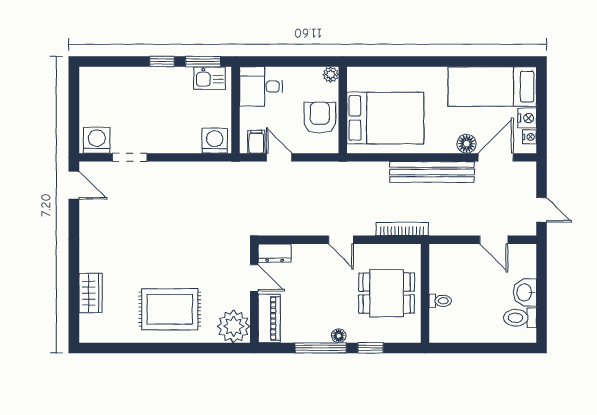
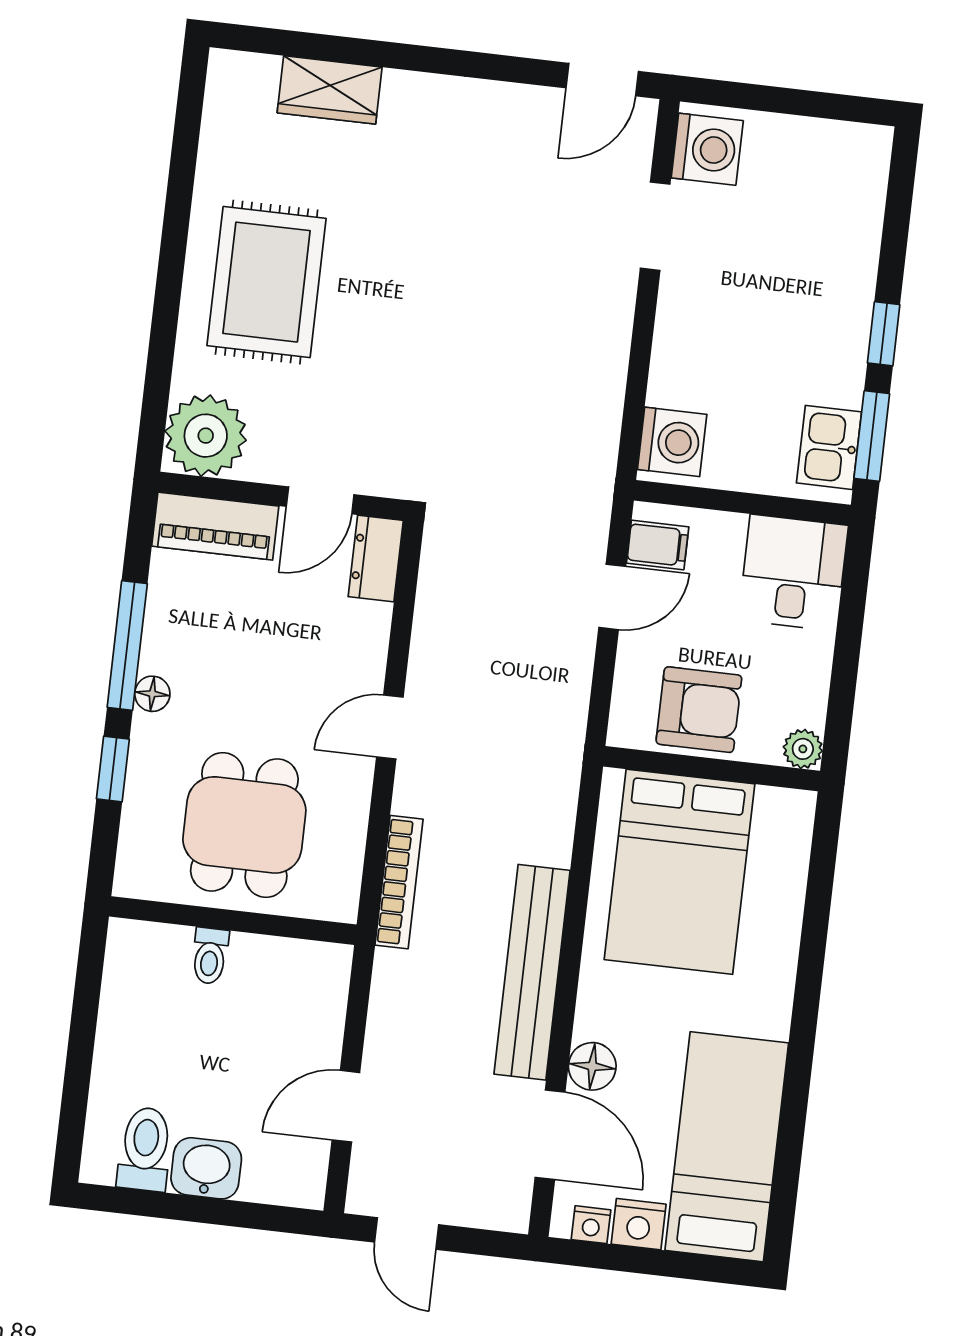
door: (542, 210) -> (407, 1233), hinge flipped

